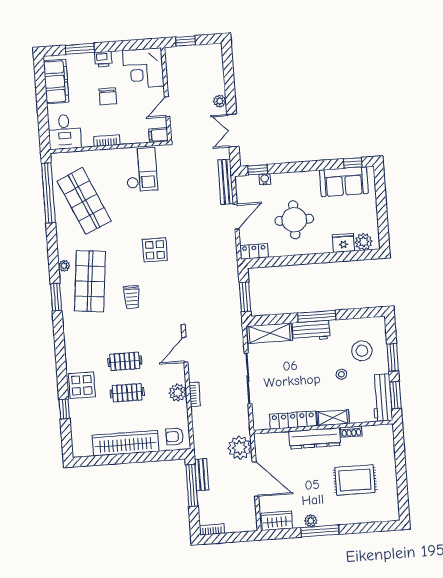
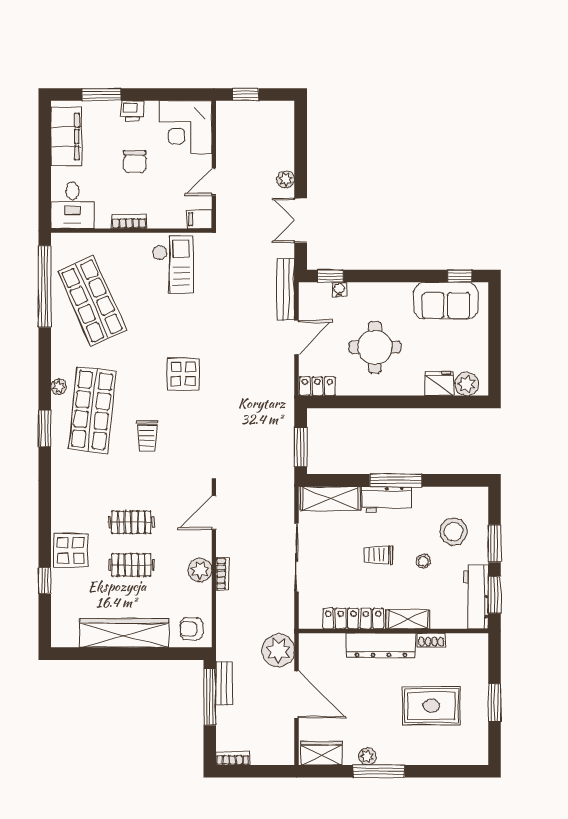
trolley: (308, 372) -> (378, 555), added
window: (401, 474) -> (495, 703), added

